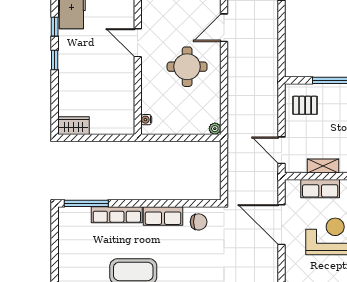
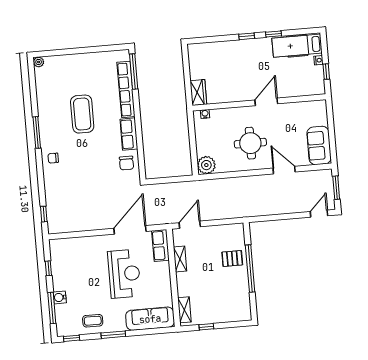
pallet: (305, 105) -> (232, 259), moved, turned 90
wardrobe: (73, 126) -> (198, 92), moved
plant: (215, 129) -> (206, 165), width x1.88, depth x1.88
row of seats: (320, 189) -> (160, 245), moved
row of seats: (117, 215) -> (126, 89), width x1.36

